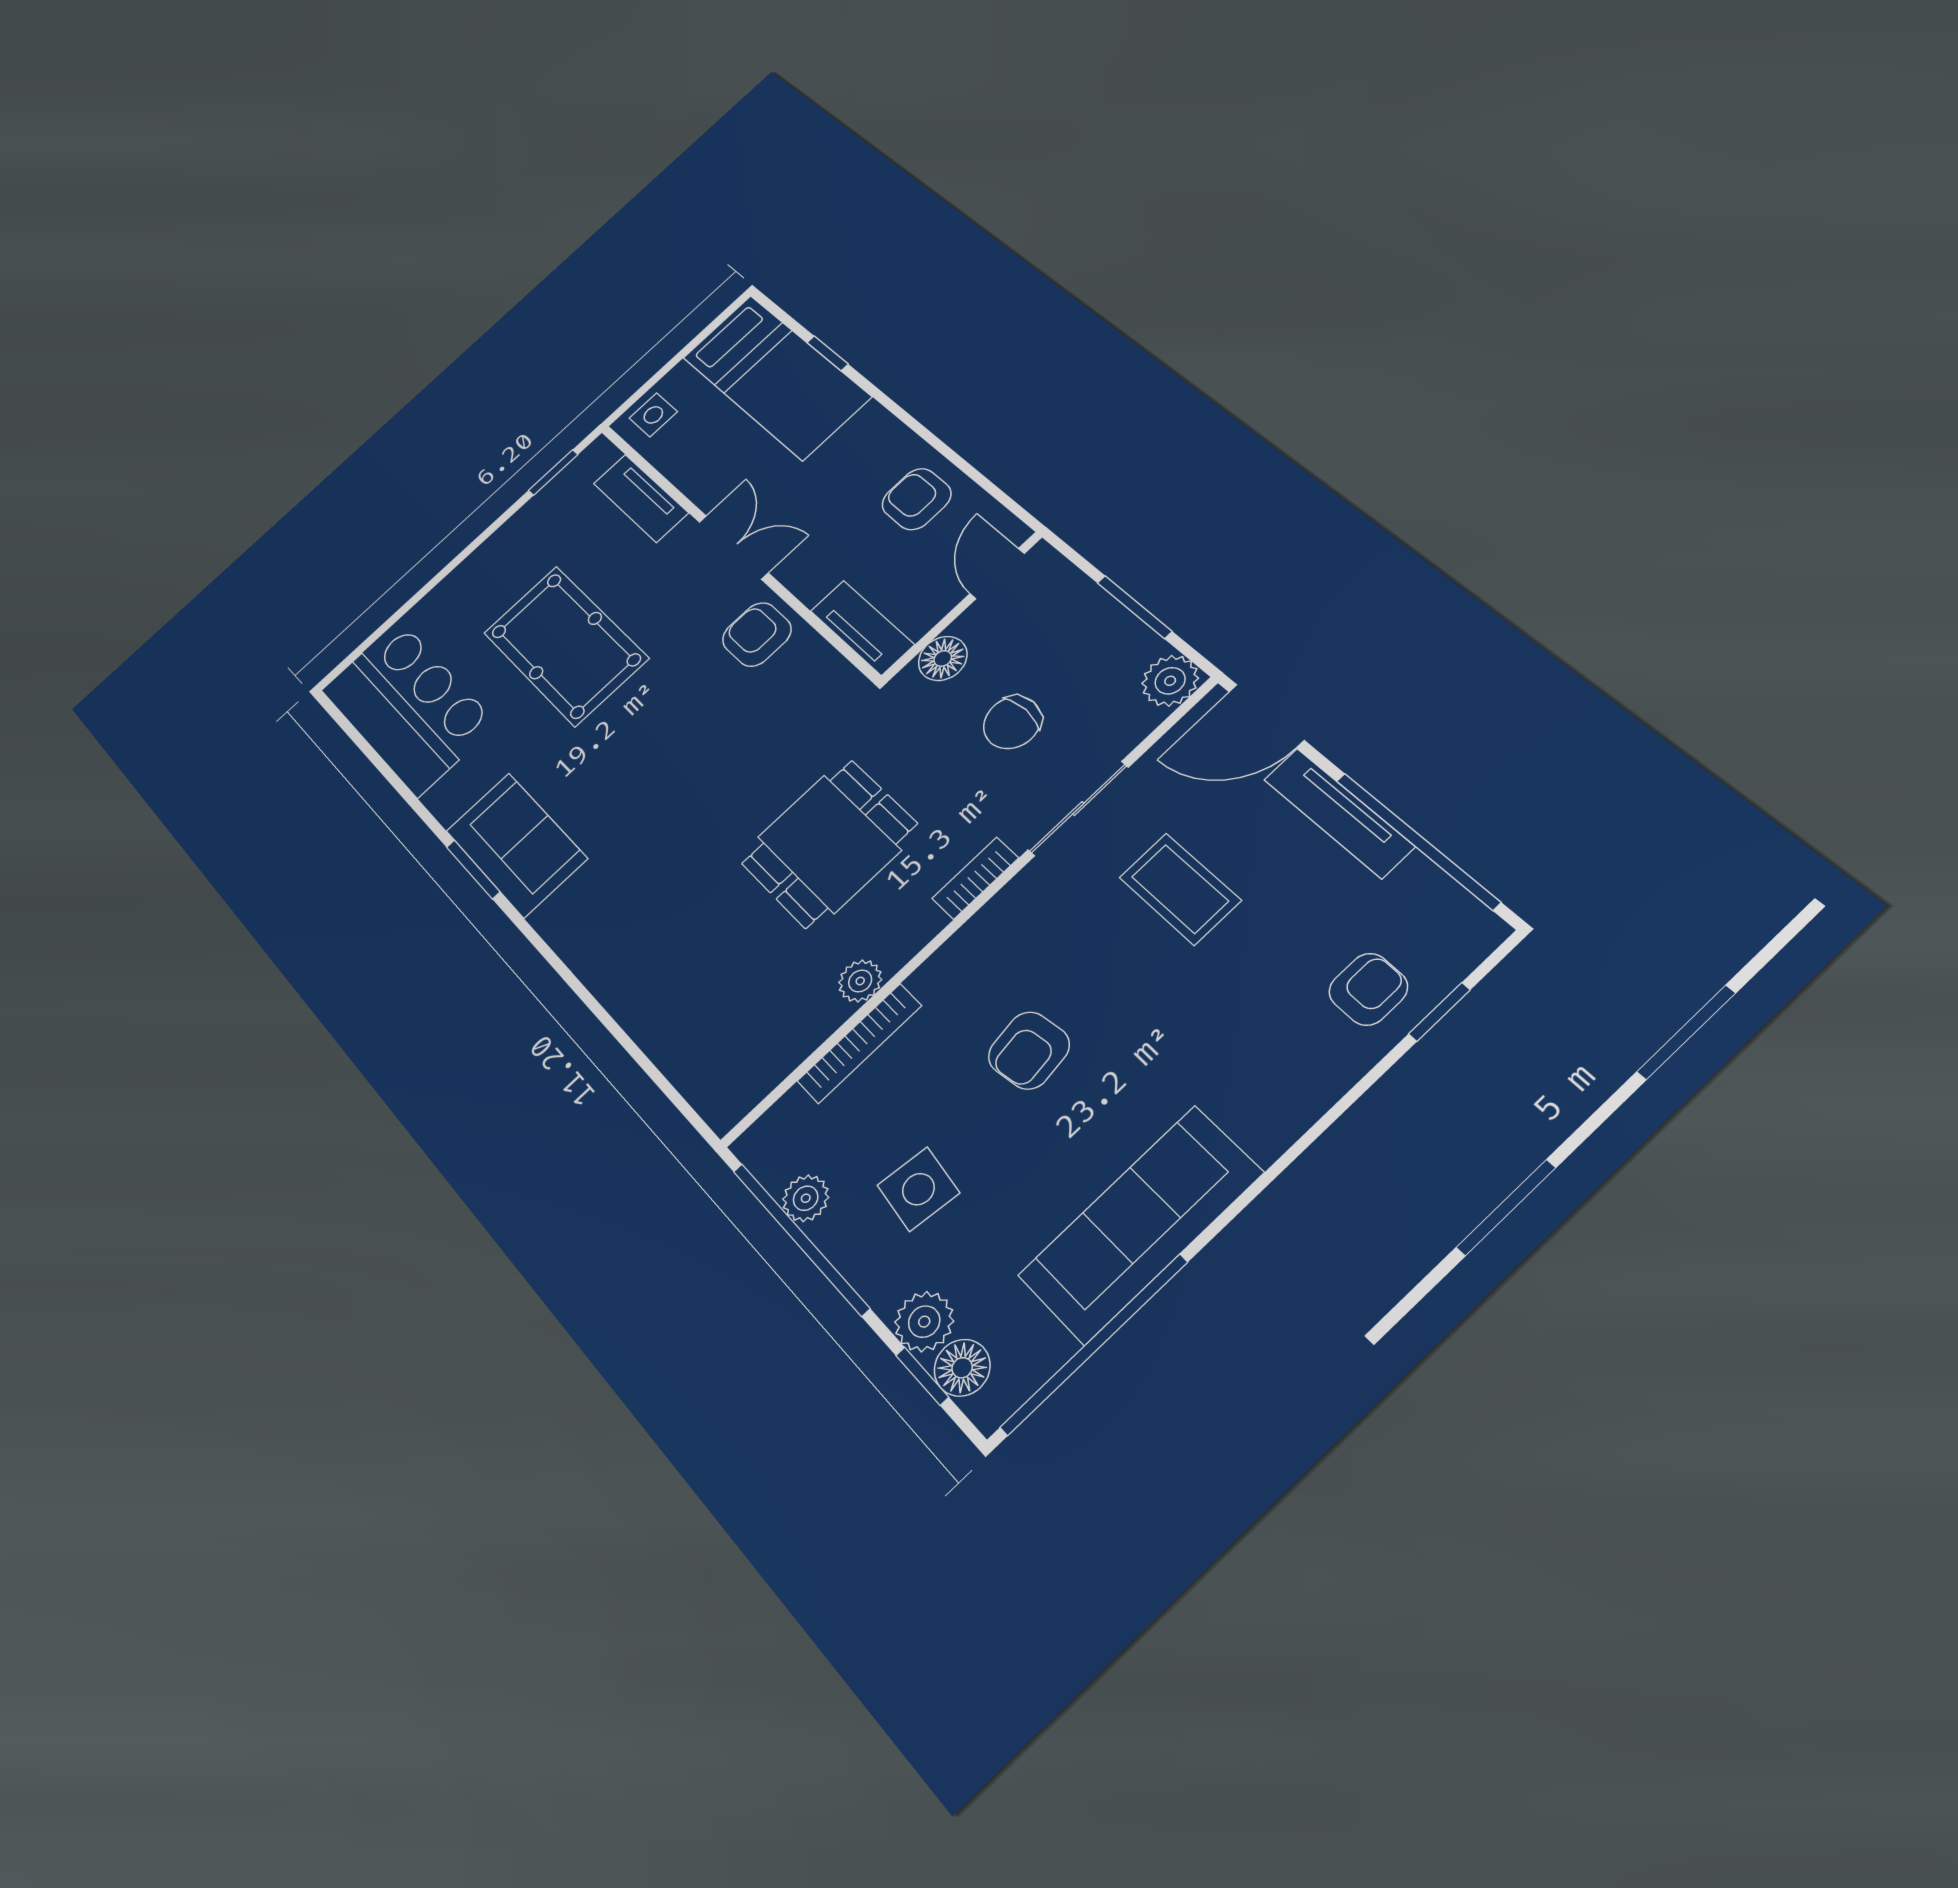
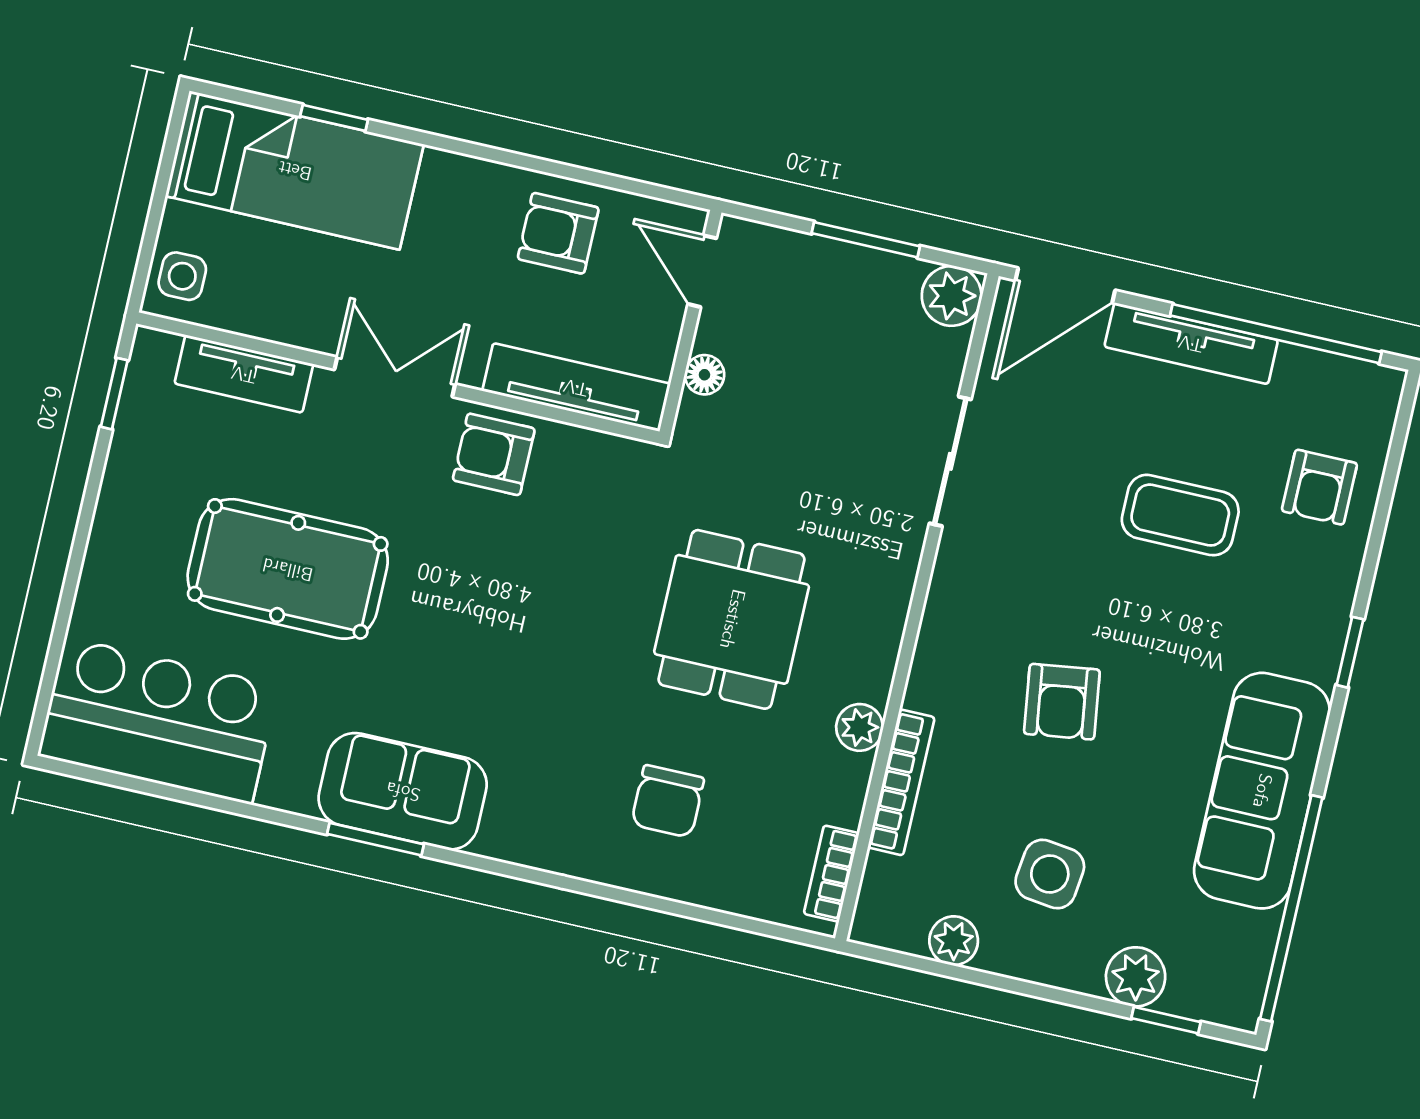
tv unit: (862, 628) -> (576, 387), width x1.41
floor lamp: (943, 658) -> (704, 375), width x0.73, depth x0.73
chair: (1012, 722) -> (668, 801), moved
bookcase: (975, 878) -> (831, 874), moved
coffee table: (1180, 889) -> (1180, 515), moved
armchair: (1368, 989) -> (1319, 487), turned 180
window: (1439, 1012) -> (1350, 652), moved
window: (800, 1239) -> (975, 976), removed
floor lamp: (962, 1368) -> (1195, 993), removed

